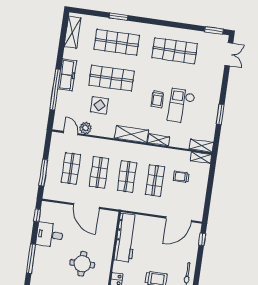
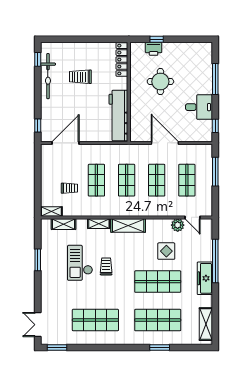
checkout: (181, 106) -> (80, 263), turned 180
shelving: (201, 146) -> (63, 224), moved

